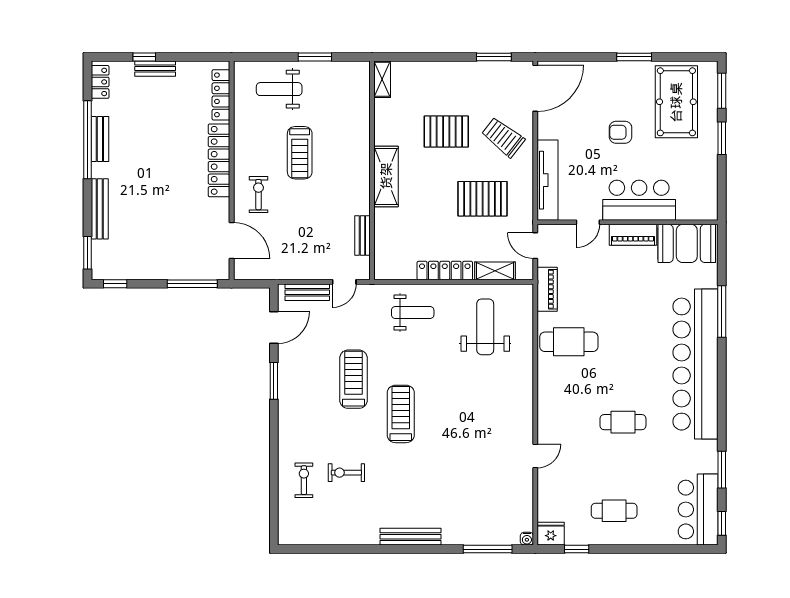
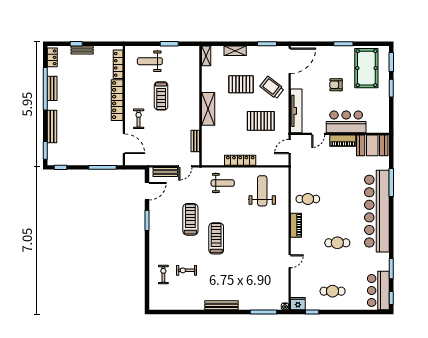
door: (535, 246) -> (290, 147), hinge flipped
shelving: (495, 271) -> (235, 51), moved
piano: (547, 289) -> (296, 225), moved
cafe table: (569, 342) -> (308, 199), width x0.73, depth x0.74

